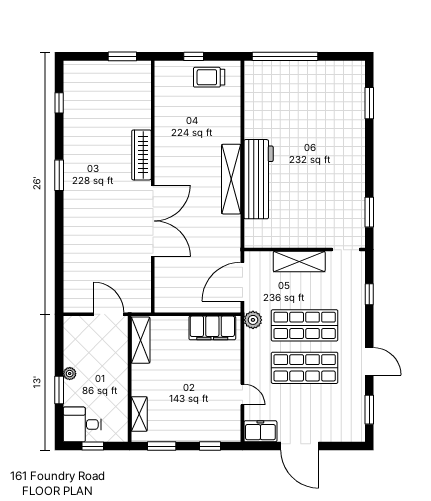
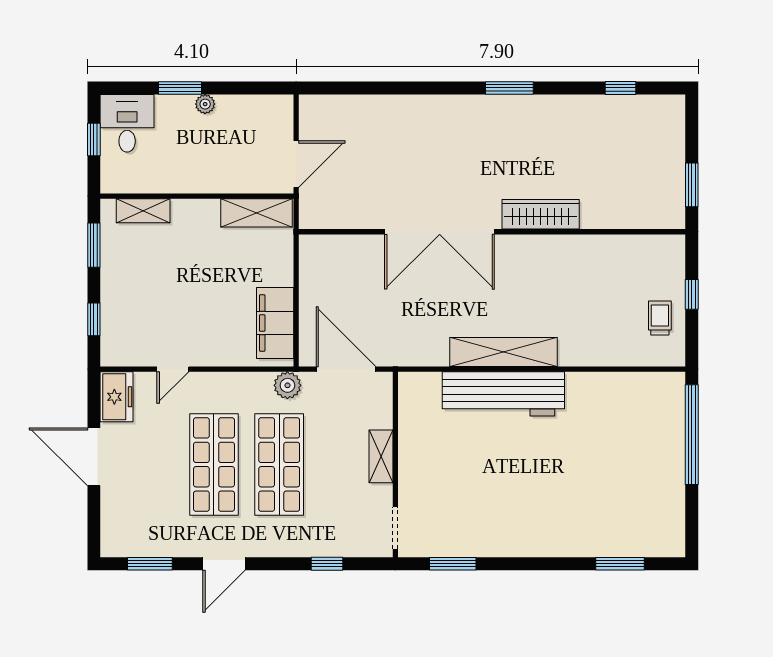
trolley: (209, 77) -> (660, 318), width x0.73, depth x0.72
shelving: (299, 262) -> (381, 456), width x0.67, depth x0.75
door: (300, 446) -> (94, 457), hinge flipped

